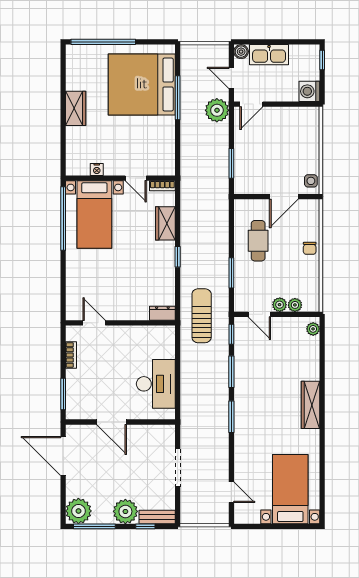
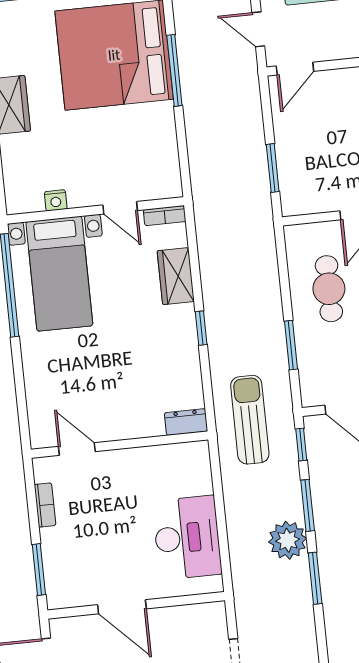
plant: (217, 110) -> (288, 540), moved

